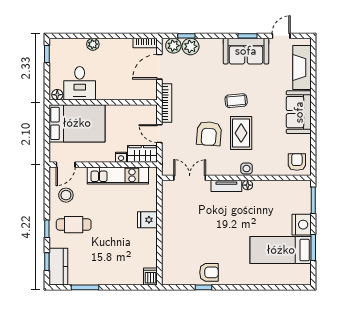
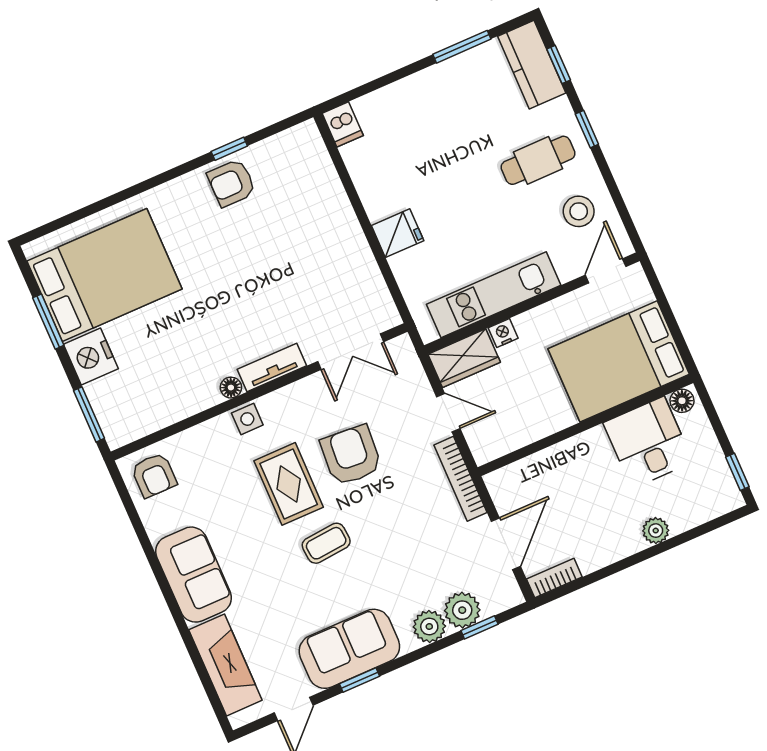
plant: (173, 46) -> (429, 627), moved
bed: (281, 250) -> (104, 275), width x1.50

